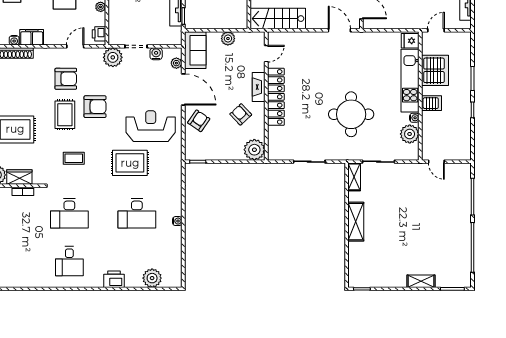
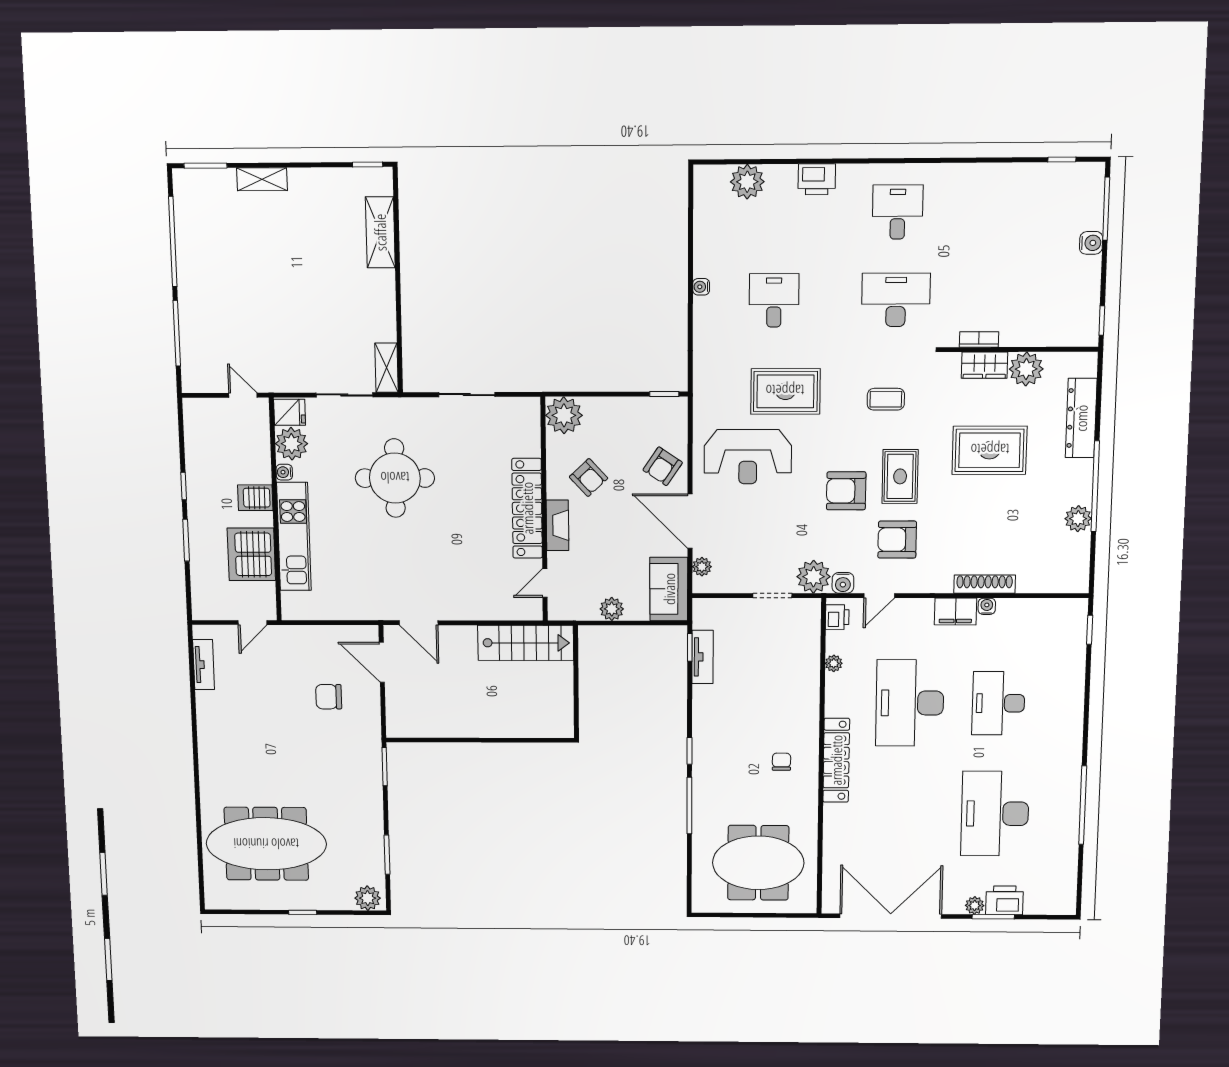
fridge: (410, 41) -> (290, 412), moved
water cooler: (156, 54) -> (843, 583), moved
desk: (137, 213) -> (774, 300), width x0.73
shelving: (356, 222) -> (380, 232), moved

